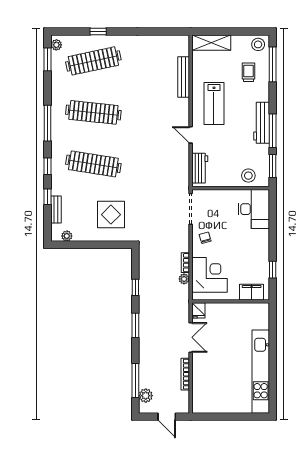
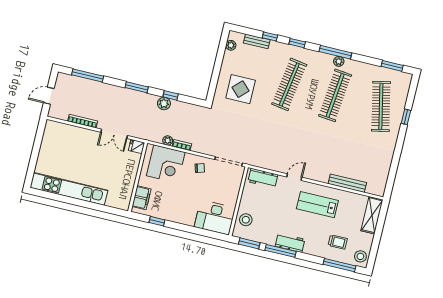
plant: (56, 45) -> (339, 61), moved
workbench: (262, 123) -> (290, 243), width x0.73
plant: (146, 396) -> (164, 103), moved

